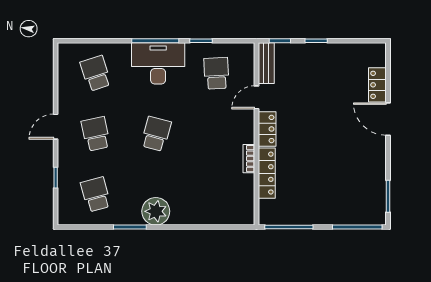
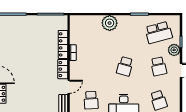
plant: (68, 163) -> (174, 50), added
school desk: (96, 194) -> (159, 32), width x1.85
plant: (156, 211) -> (110, 23), moved

